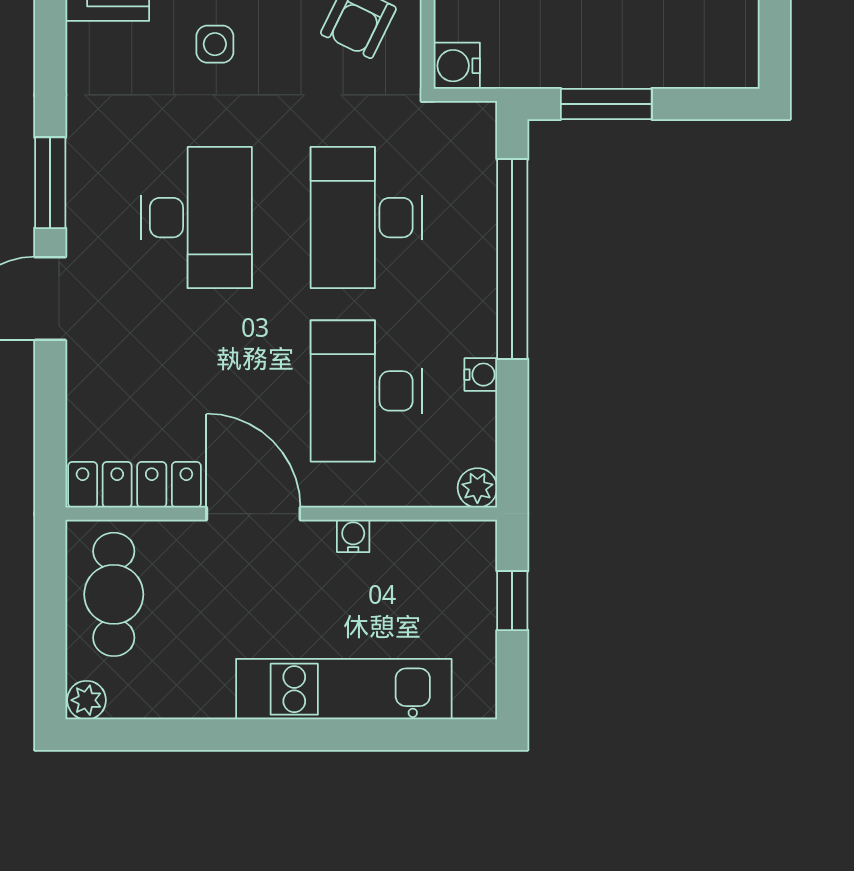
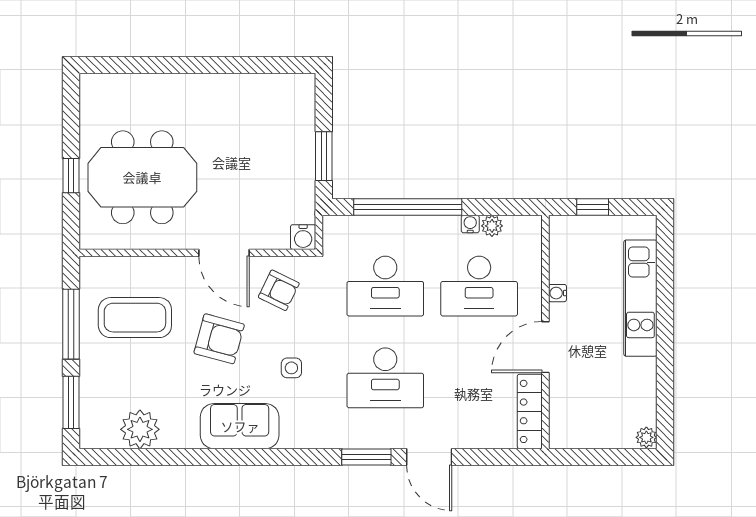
desk: (196, 218) -> (385, 378), turned 180
plant: (477, 488) -> (492, 226), moved
cafe table: (114, 594) -> (589, 423), removed

